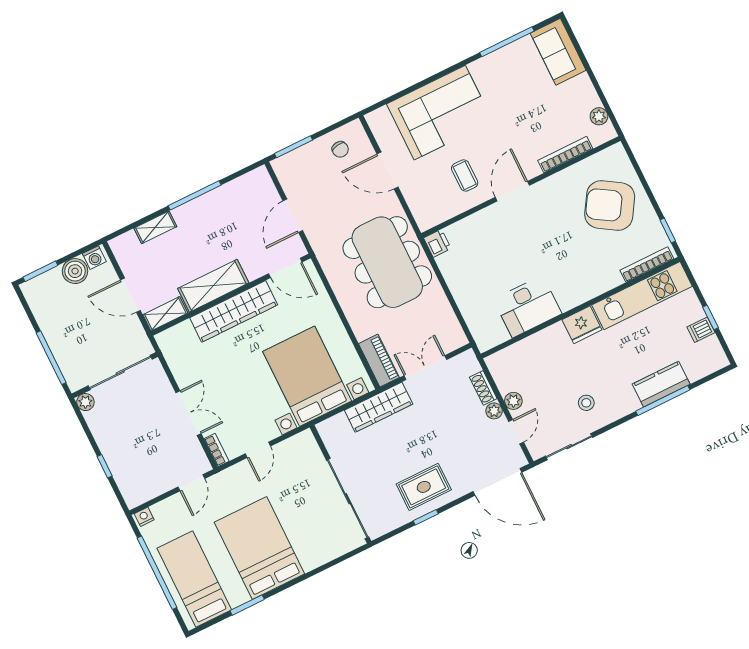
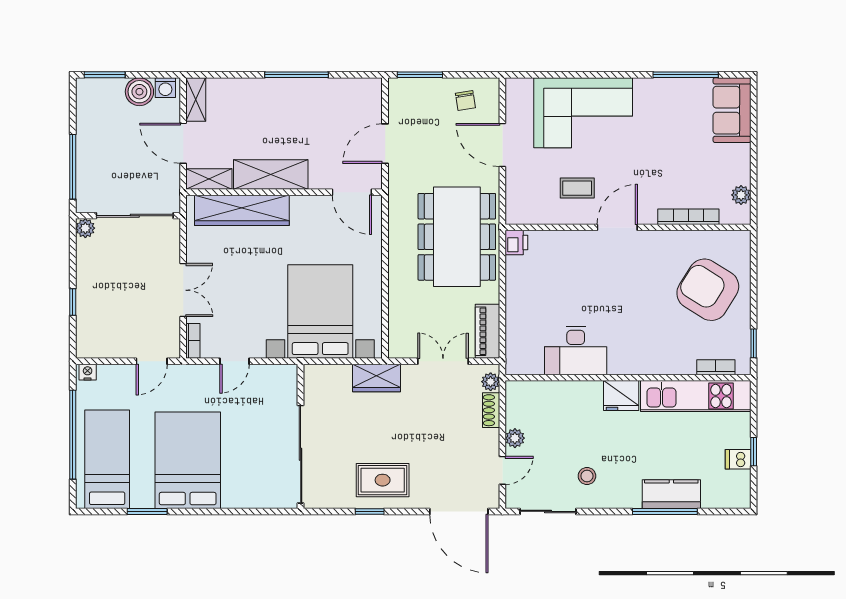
coffee table: (465, 175) -> (577, 188), turned 90
shelving: (155, 227) -> (196, 100), moved, turned 90
bookcase: (647, 265) -> (716, 367), width x0.64
wardrobe: (234, 311) -> (242, 210), moved
piano: (379, 361) -> (487, 331), moved, turned 180
wardrobe: (379, 407) -> (377, 378), width x0.67
plant: (494, 411) -> (491, 382), moved

